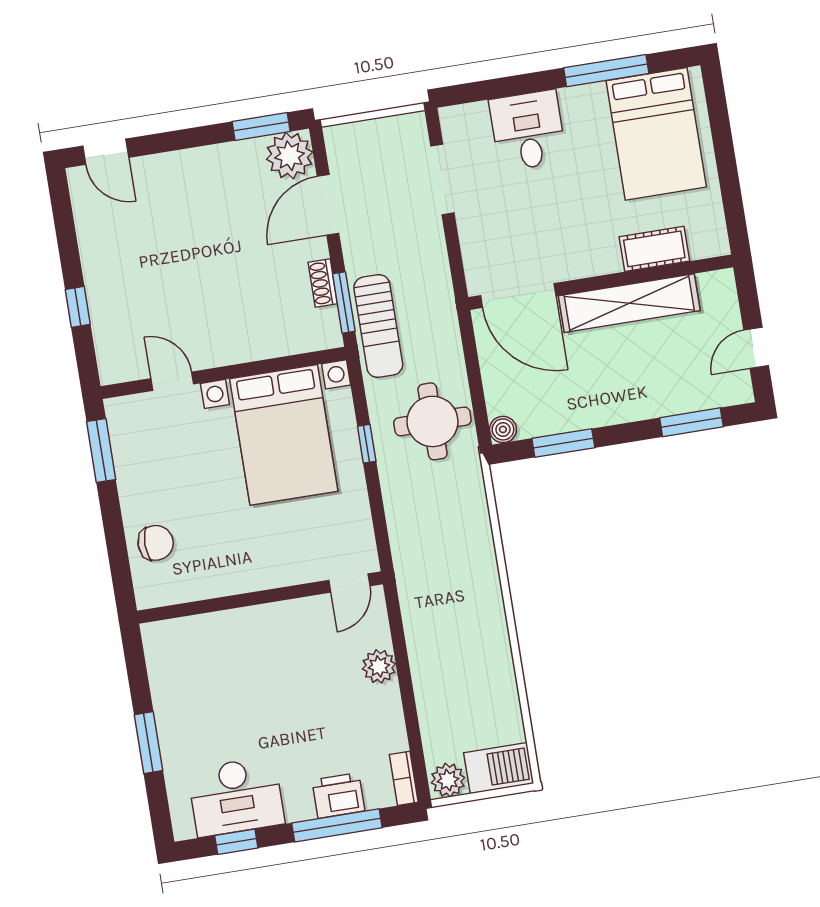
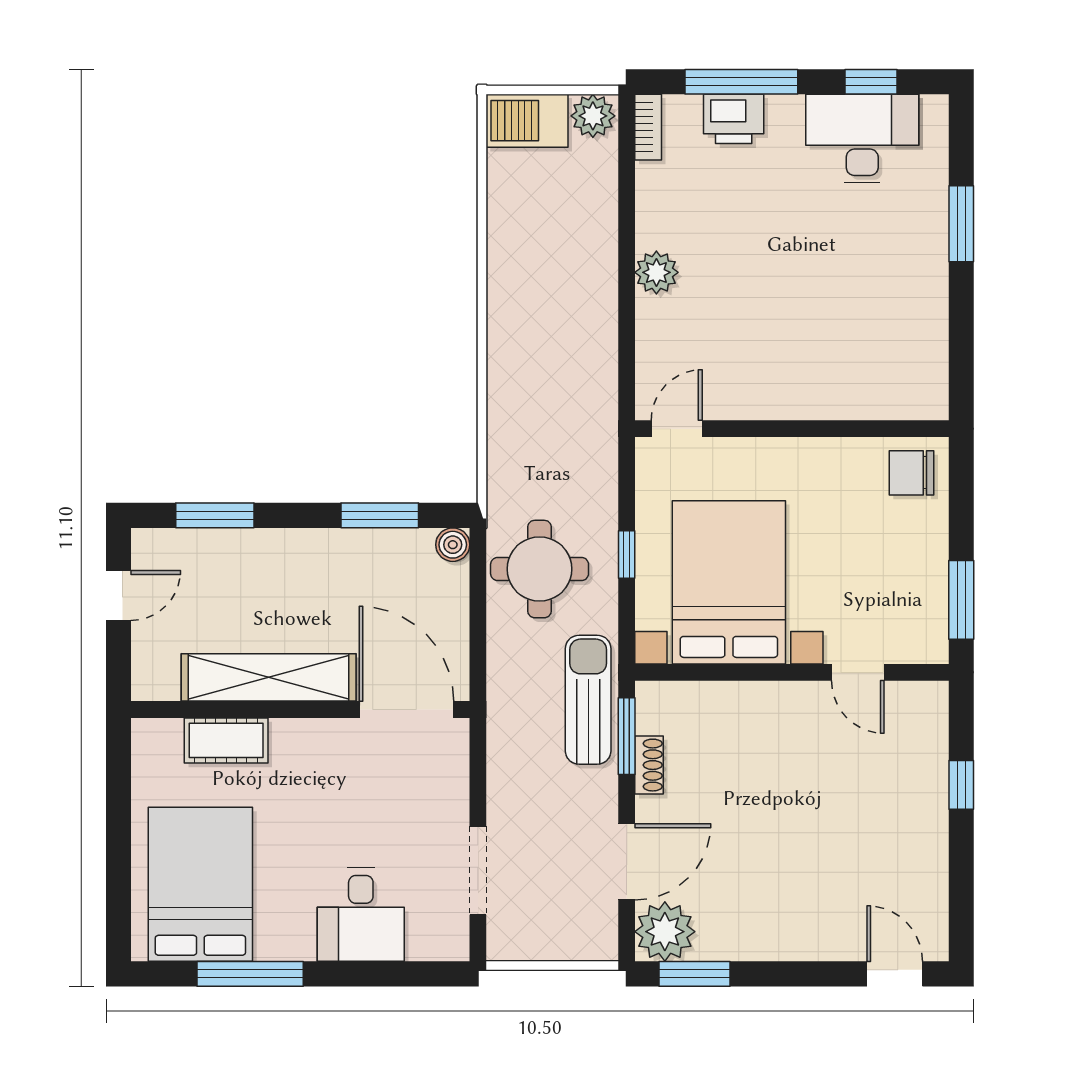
door: (349, 583) -> (677, 429), moved
wall: (260, 598) -> (792, 429), moved

